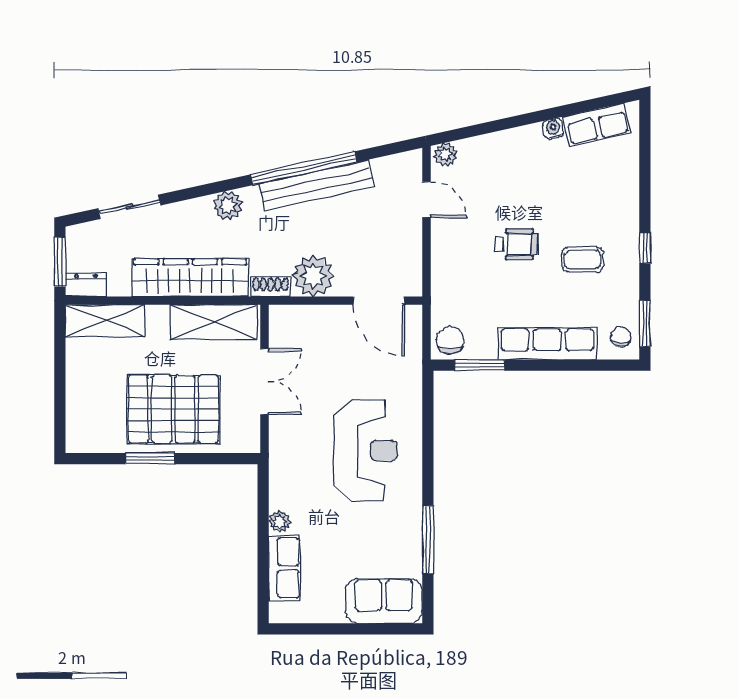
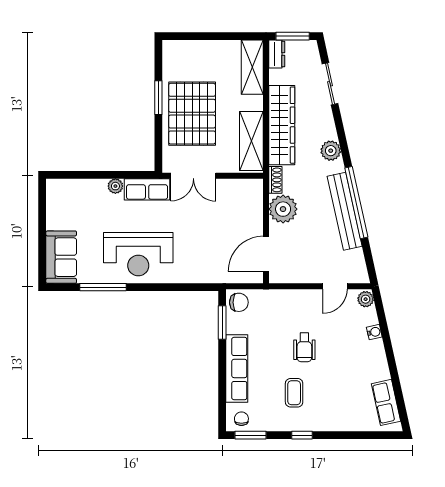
water cooler: (553, 129) -> (374, 332), moved
chair: (621, 337) -> (241, 419), turned -90
double door: (264, 382) -> (193, 176), moved
reception desk: (365, 451) -> (138, 254), moved
row of seats: (284, 568) -> (147, 189), moved

